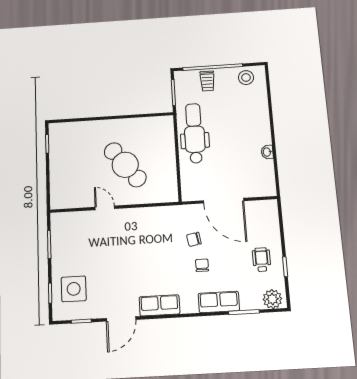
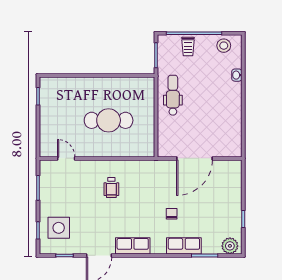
dental chair: (194, 133) -> (173, 95), width x0.73, depth x0.72
washbasin: (267, 152) -> (237, 75), moved
cafe table: (125, 165) -> (109, 120), turned -52
door: (224, 201) -> (195, 158), hinge flipped
door: (105, 208) -> (66, 158), moved
chair: (194, 239) -> (166, 191), removed
wheelchair: (262, 260) -> (111, 188), moved, turned 180

